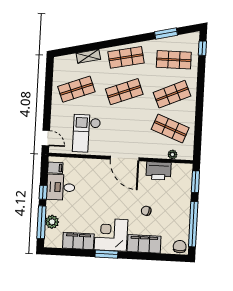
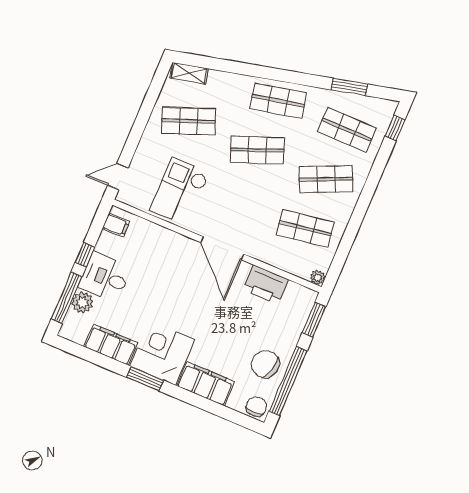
shelving: (88, 56) -> (189, 73), moved
shop shelf: (170, 129) -> (305, 229), turned -30
door: (46, 138) -> (118, 176), swing flipped
plant: (172, 154) -> (318, 277), moved
desk: (61, 187) -> (105, 277), moved
chair: (146, 211) -> (265, 364), moved, width x1.87, depth x1.87

